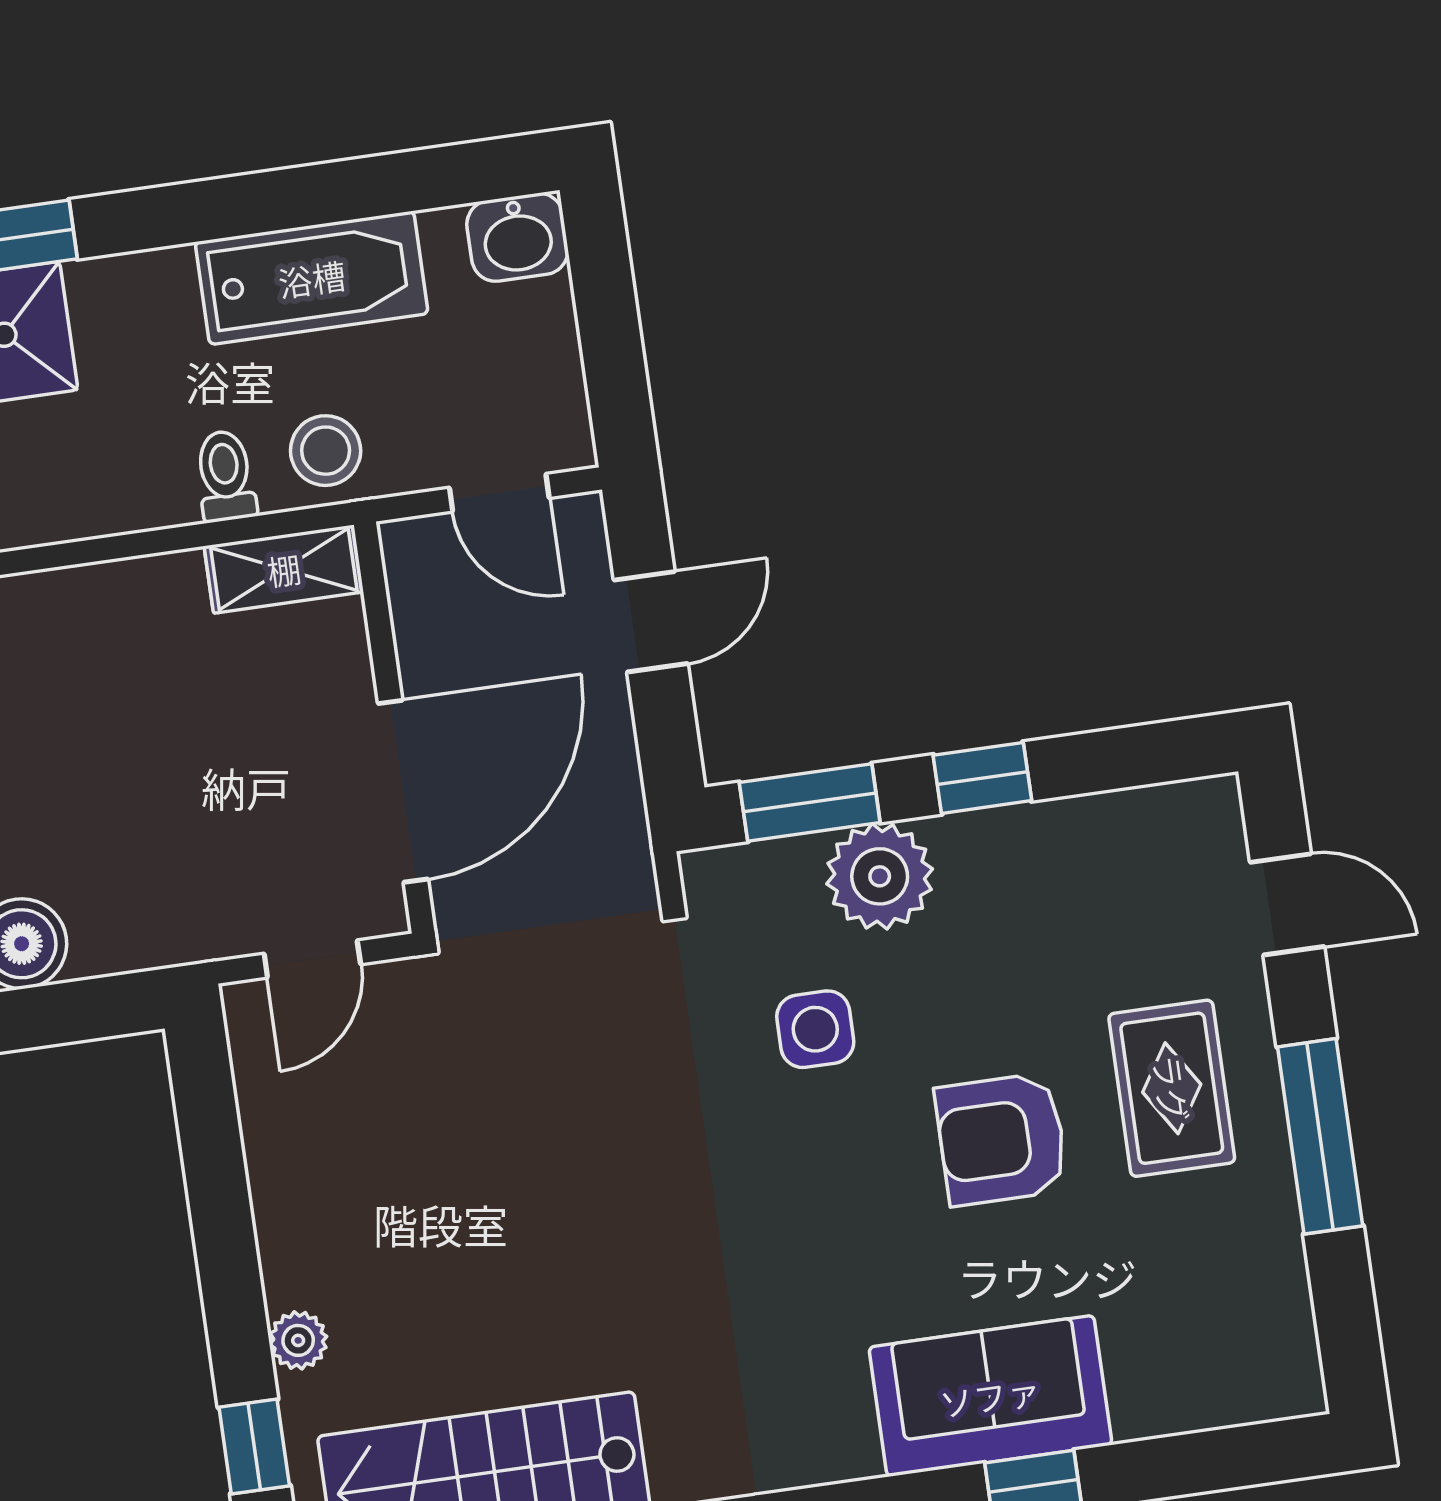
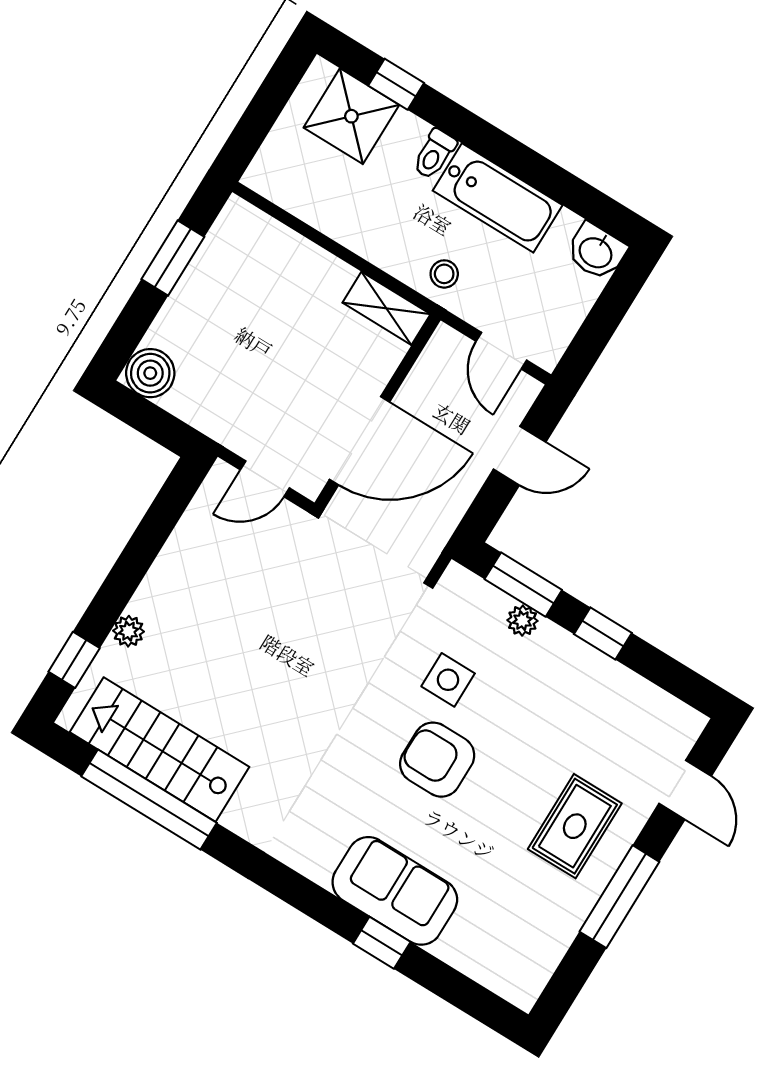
stool: (326, 451) -> (444, 274), width x0.73, depth x0.73
toilet: (225, 476) -> (434, 154), moved, turned 180
plant: (880, 876) -> (522, 621), width x0.53, depth x0.53
armchair: (1002, 1139) -> (437, 760), moved

